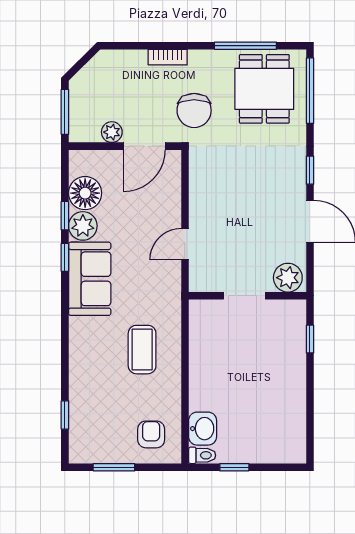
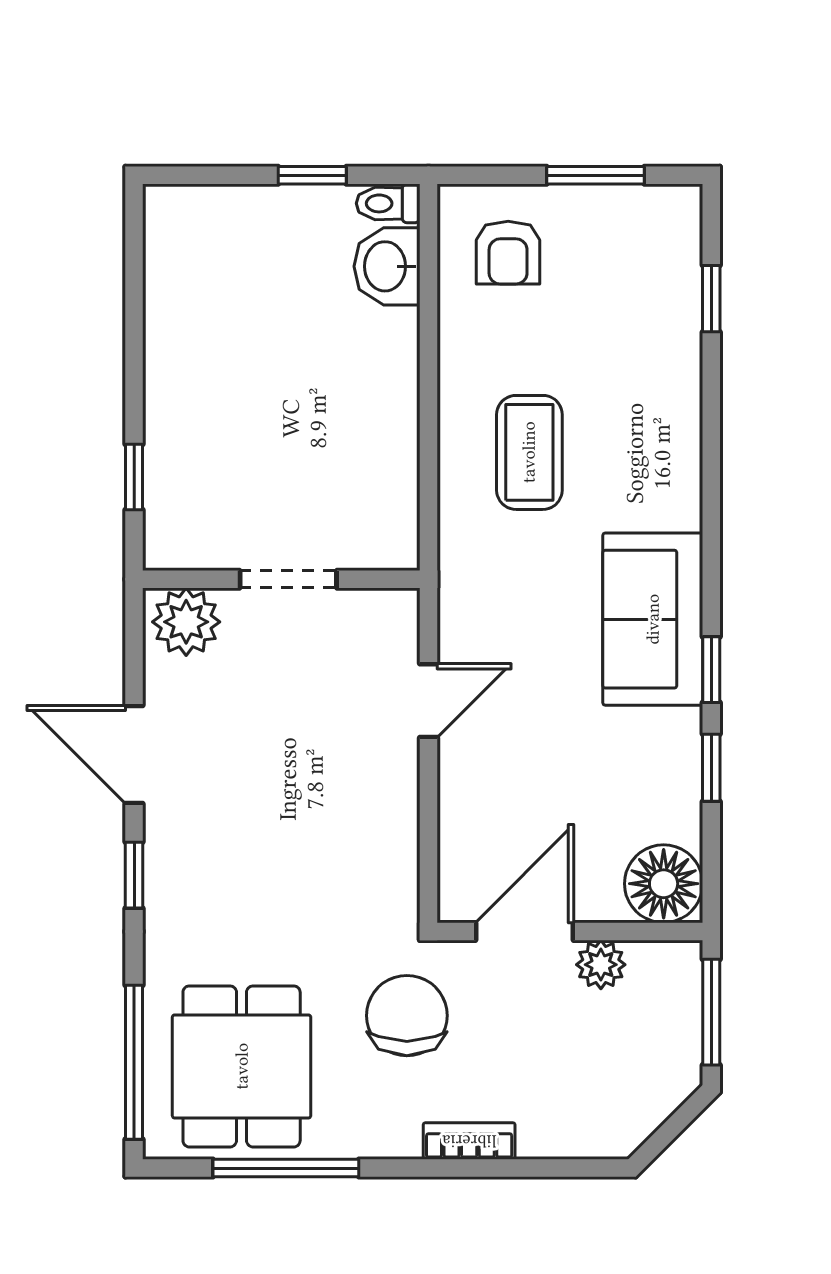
floor lamp: (85, 193) -> (664, 884), moved
plant: (83, 226) -> (669, 744), removed

